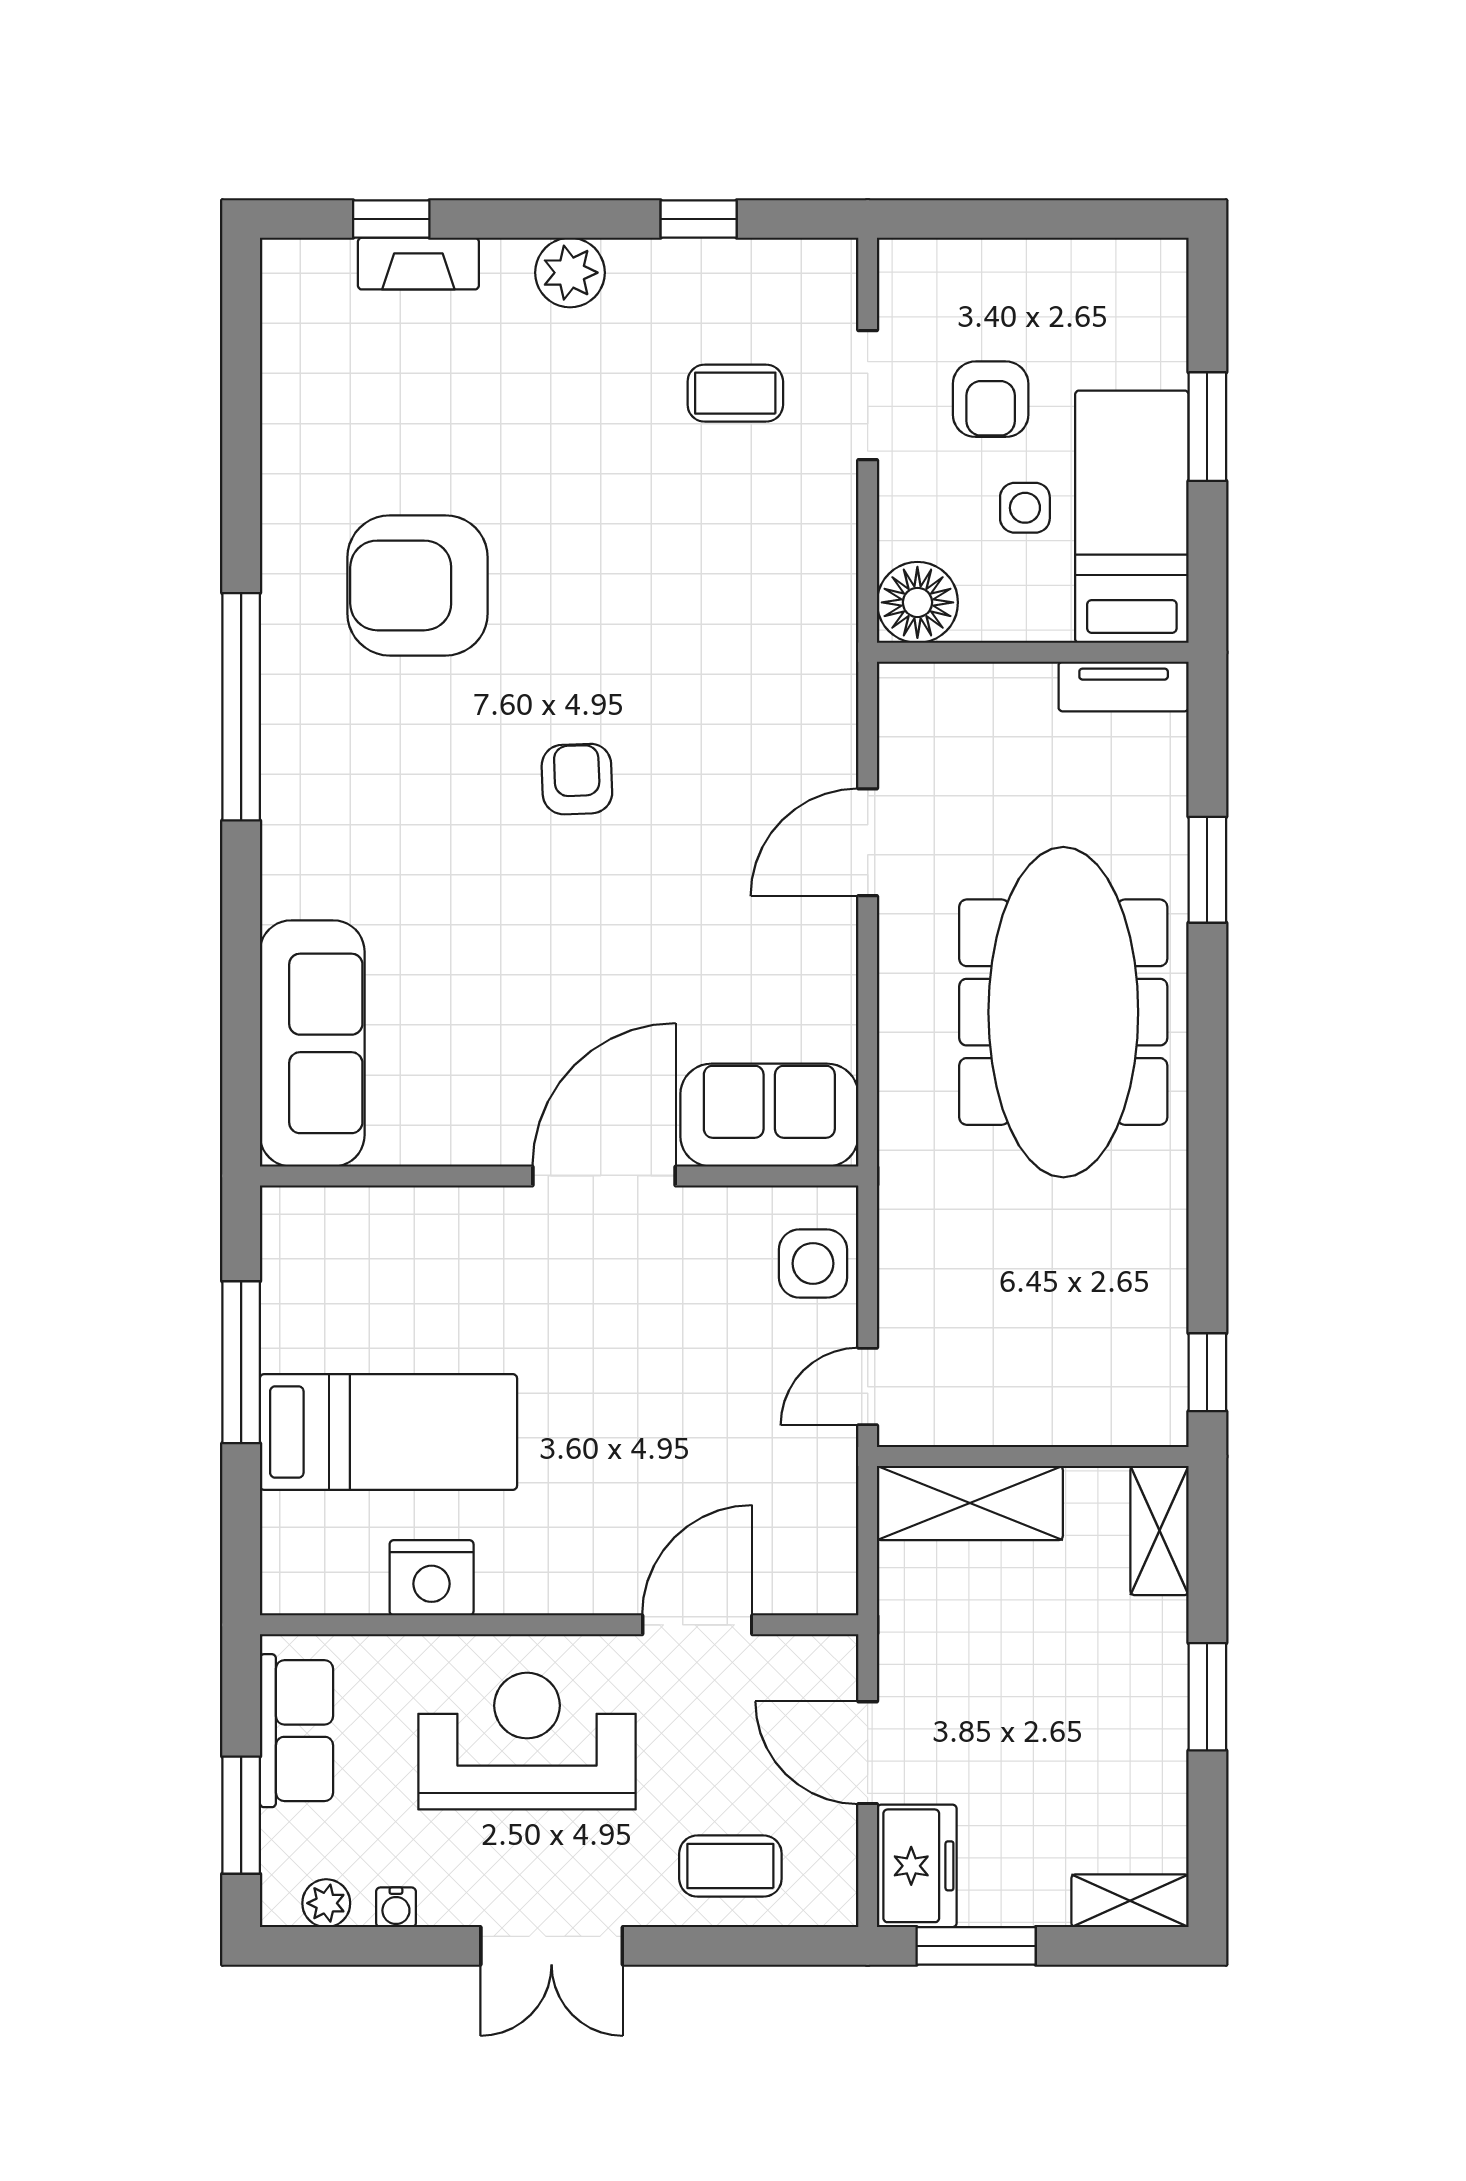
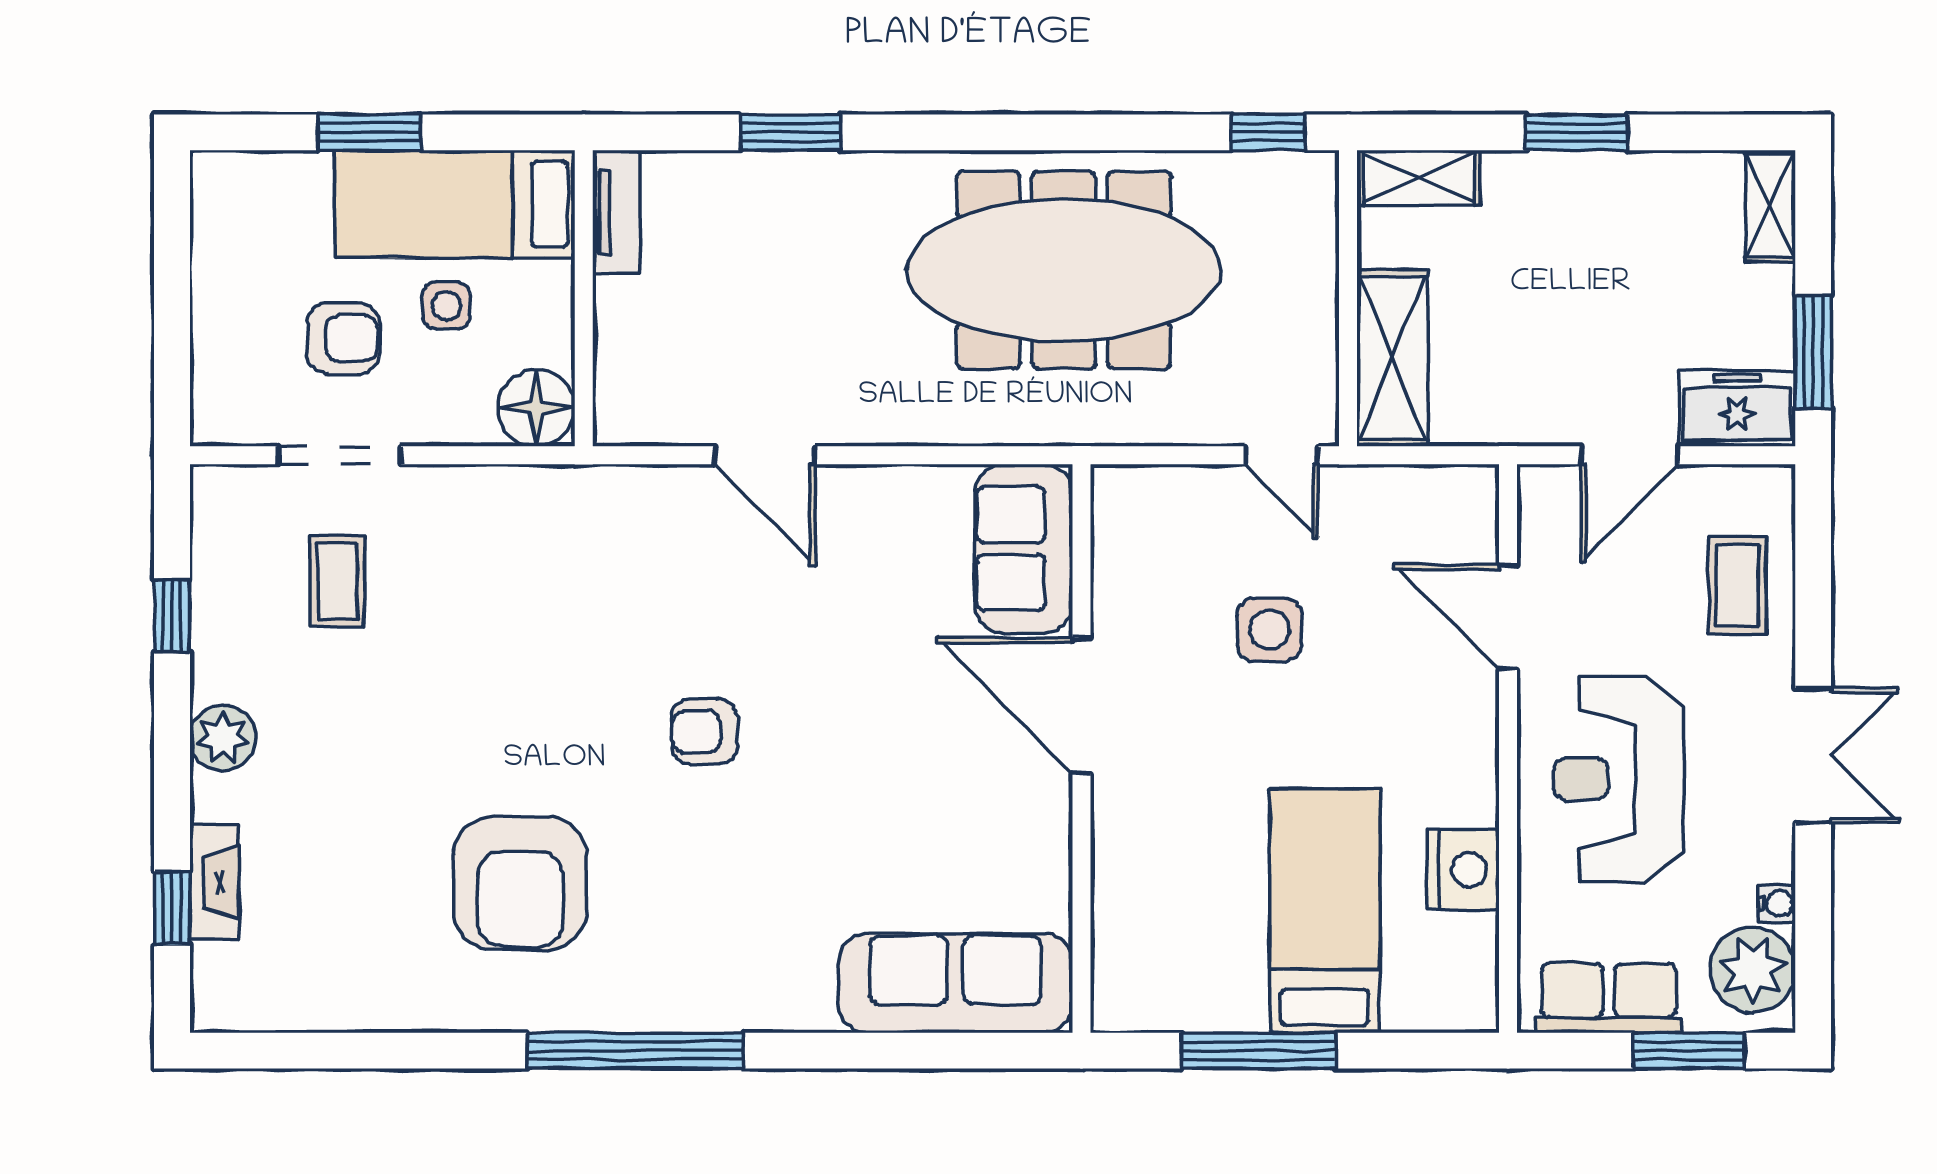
meeting table: (1063, 1012) -> (1064, 270), moved
side table: (813, 1263) -> (1269, 630), moved
plant: (326, 1903) -> (1753, 970), width x1.87, depth x1.87

